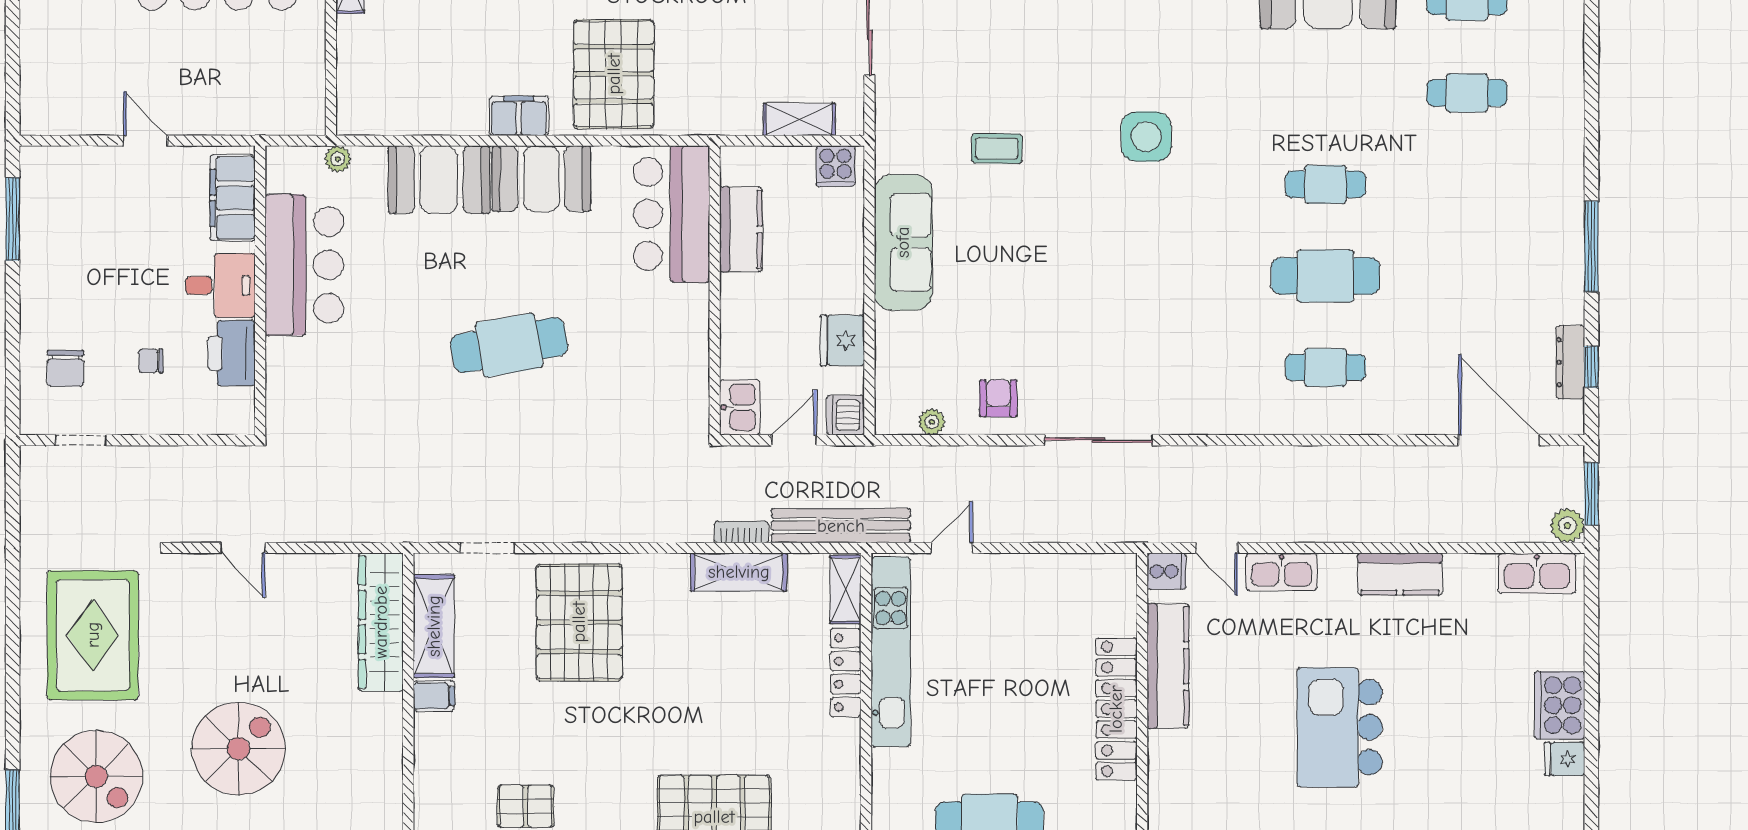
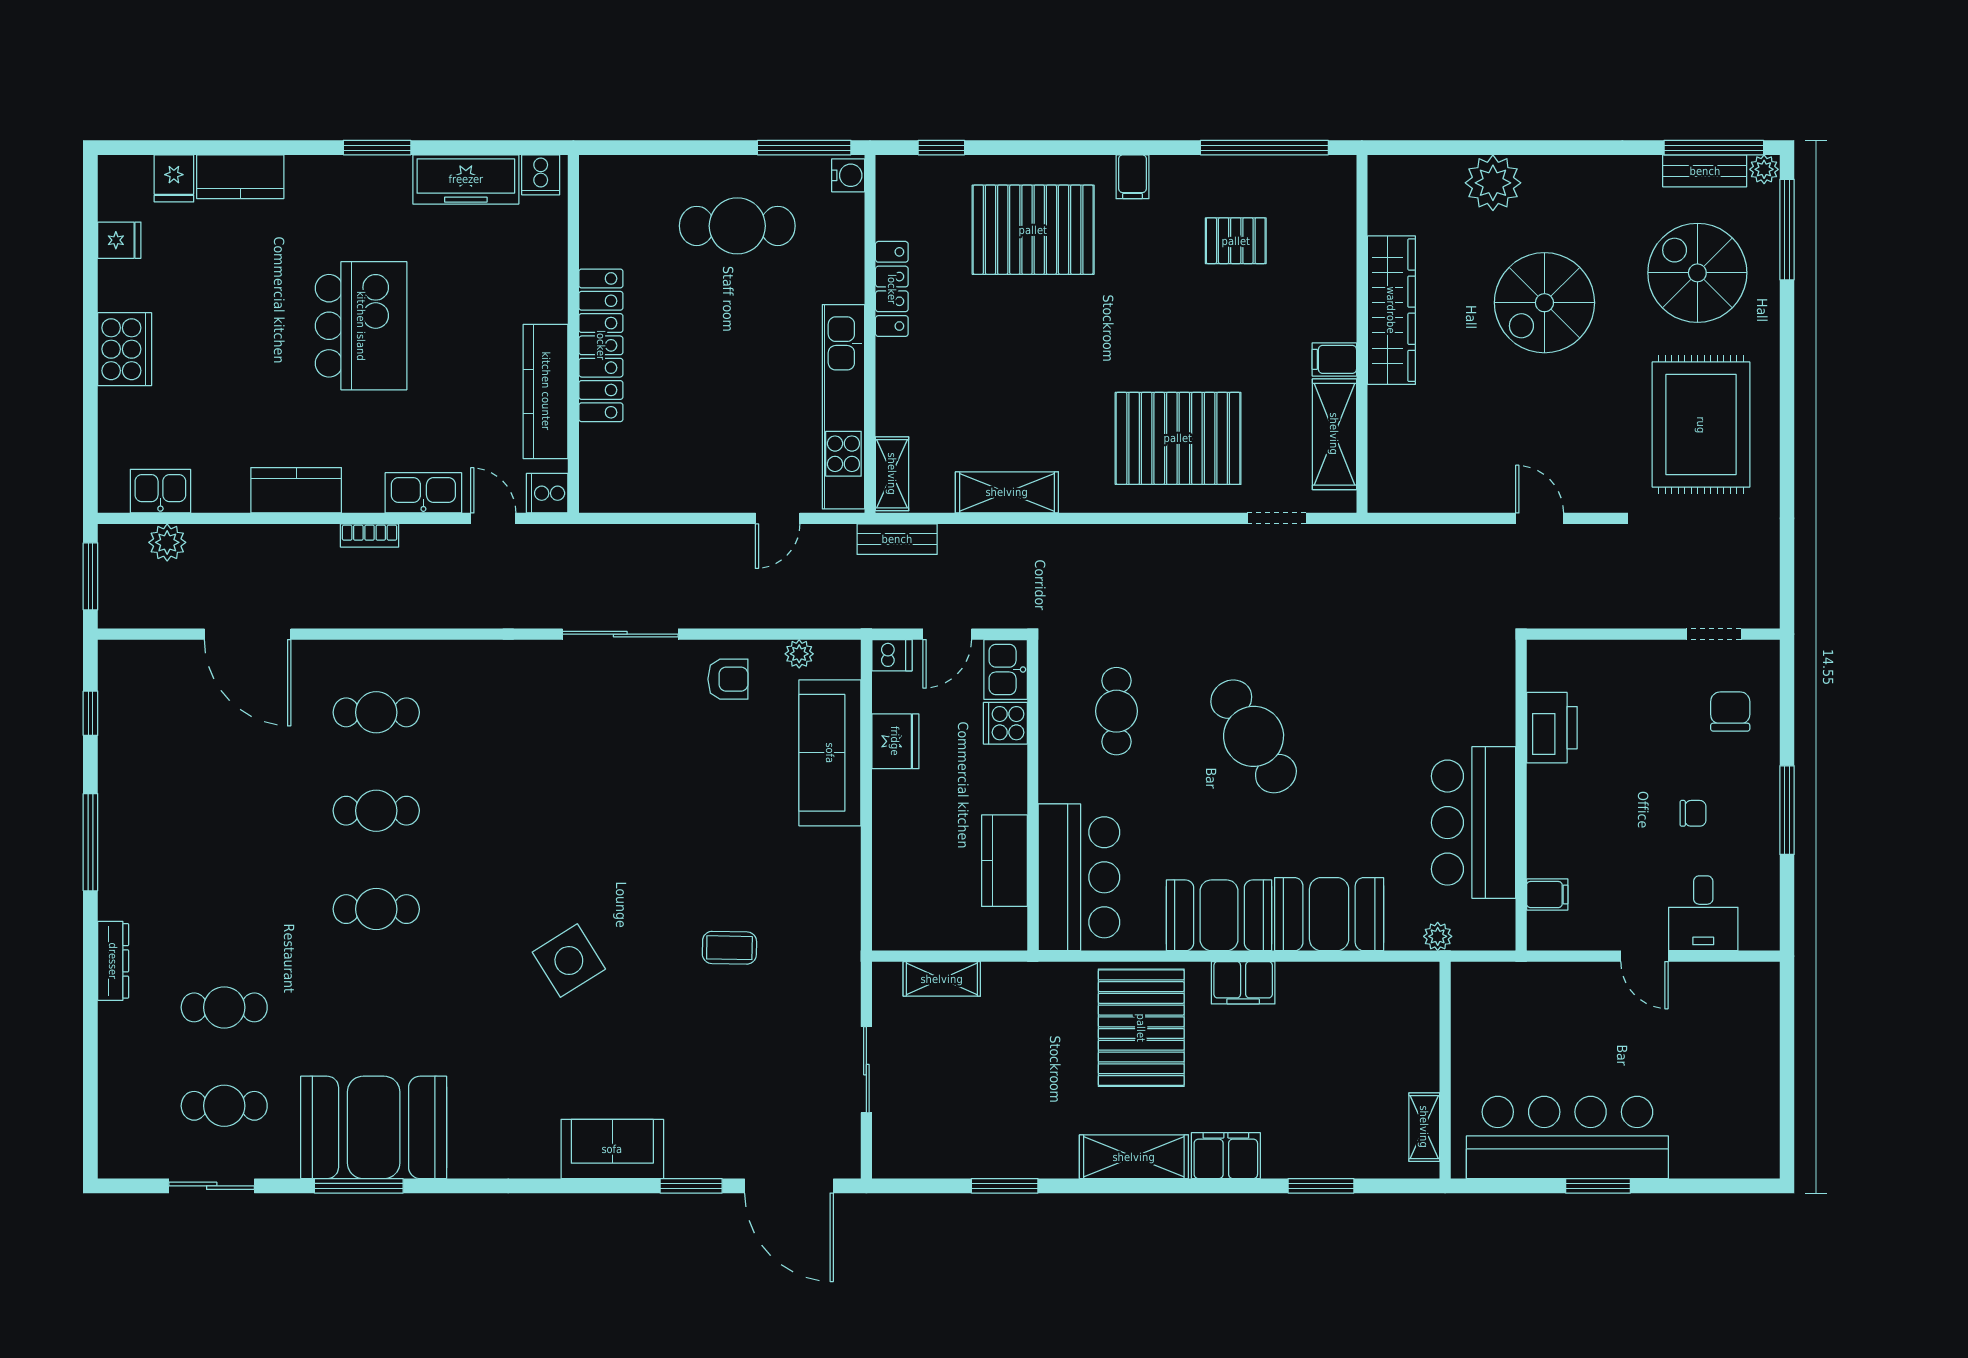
side table: (1146, 137) -> (569, 961), turned -32
cooker: (836, 166) -> (1005, 723), moved, turned -90
filing cabinet: (233, 198) -> (1547, 895), width x0.33, depth x0.86
window: (13, 219) -> (1787, 810), moved
sofa: (903, 242) -> (830, 753), moved
cafe table: (1325, 276) -> (376, 811), width x0.73, depth x0.74
desk: (220, 285) -> (1703, 913), moved, turned -90
cafe table: (509, 345) -> (1254, 736), turned 69
chair: (151, 361) -> (1693, 813), moved
dresser: (1570, 362) -> (113, 961), moved
cafe table: (637, 369) -> (1116, 711), added
armchair: (998, 398) -> (728, 679), turned -90
dishwasher: (846, 415) -> (892, 655), width x0.73
door: (1499, 440) -> (248, 634), moved
bench: (841, 526) -> (897, 539), width x0.54, depth x0.82
plant: (1567, 526) -> (167, 542), moved
bookcase: (741, 532) -> (370, 535), moved
kitchen sink: (1537, 573) -> (160, 491), width x0.73
wardrobe: (381, 622) -> (1391, 310), moved
pallet: (579, 622) -> (1178, 438), turned 90
locker: (846, 673) -> (892, 289), moved
fridge: (1565, 759) -> (119, 240), moved

